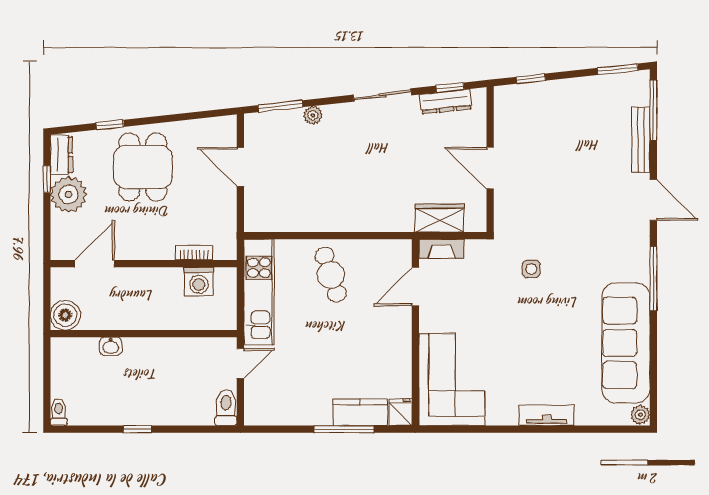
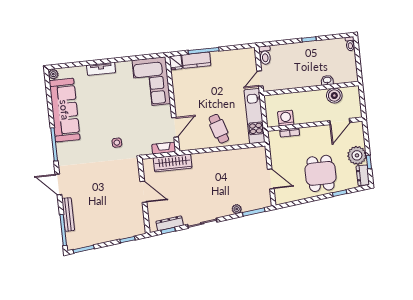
wardrobe: (440, 218) -> (173, 163), width x1.50
boiler: (65, 315) -> (334, 96), moved

